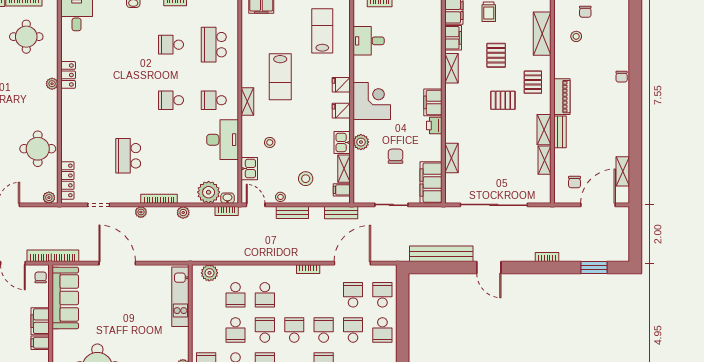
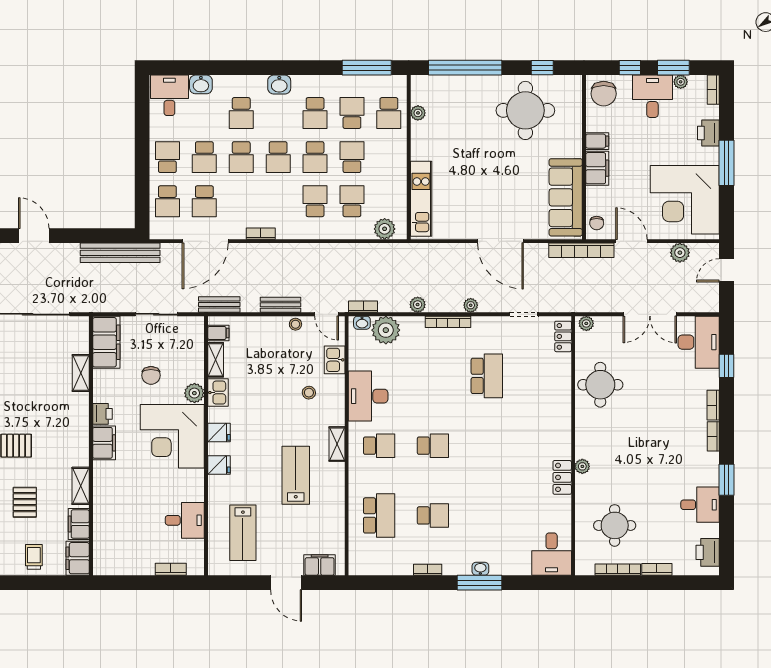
corner desk: (372, 101) -> (172, 436), width x1.36, depth x1.36
stool: (306, 179) -> (264, 347), removed
locker: (67, 180) -> (563, 336), width x0.66
bench: (441, 254) -> (120, 253), moved

